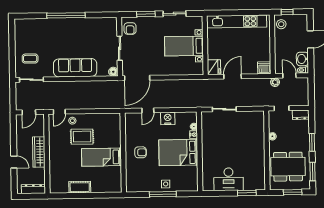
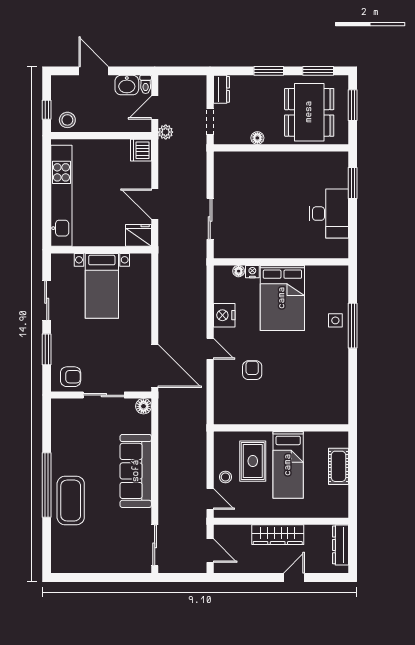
coffee table: (30, 59) -> (71, 501), moved, width x1.86, depth x1.72
armchair: (141, 152) -> (252, 370), moved
wall: (123, 153) -> (281, 428), moved
bed: (101, 157) -> (288, 465), moved

